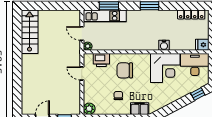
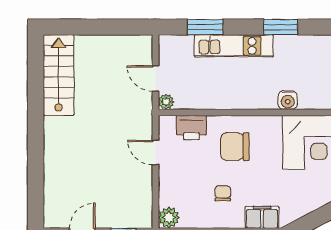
kitchen unit: (105, 16) -> (234, 46), moved
water cooler: (164, 45) -> (288, 100), moved

